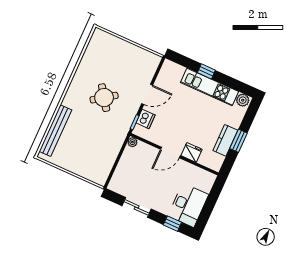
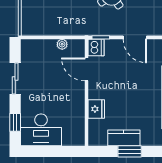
dishwasher: (145, 119) -> (96, 47), moved, turned -90
plant: (132, 142) -> (62, 44), moved
door: (170, 152) -> (86, 69), moved

